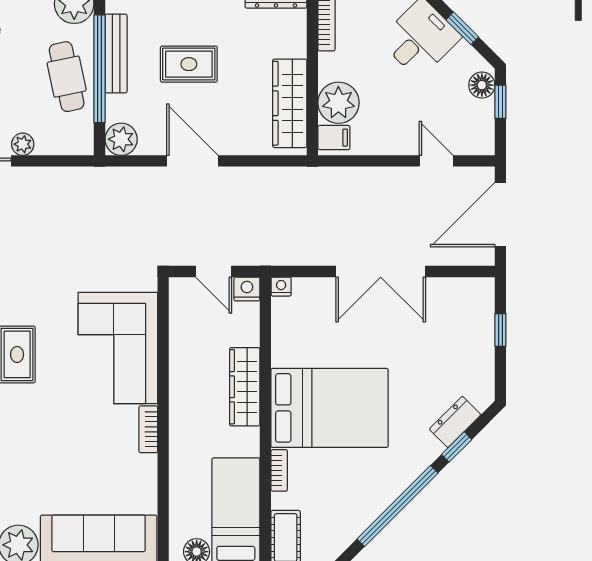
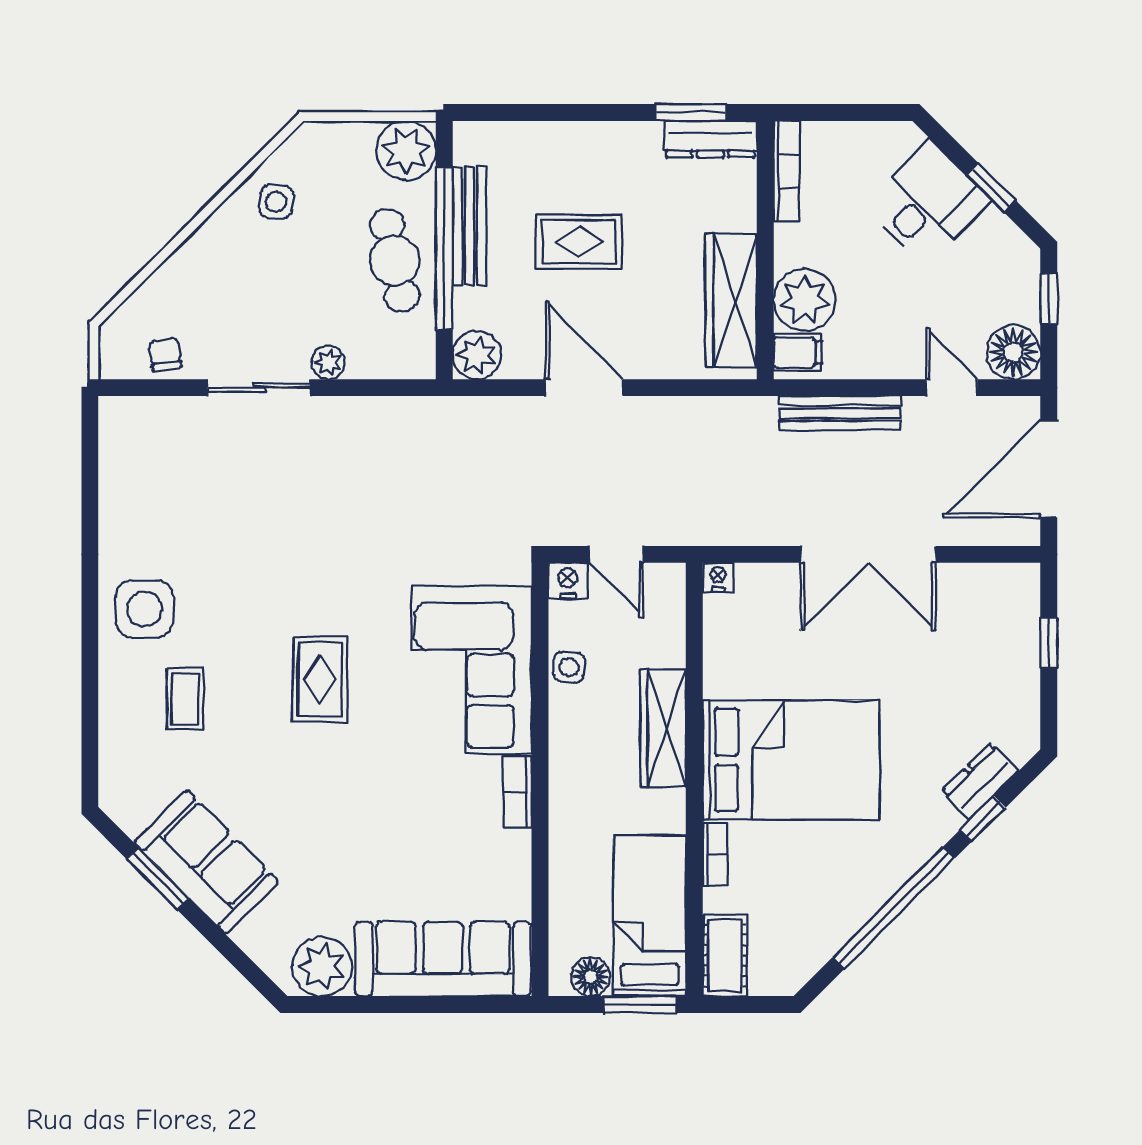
floor lamp: (482, 85) -> (1013, 352), moved, width x1.38, depth x1.38
bench: (362, 178) -> (840, 413), added
nightstand: (247, 289) -> (568, 581), moved
side table: (182, 346) -> (569, 667), added

